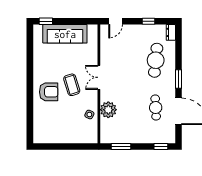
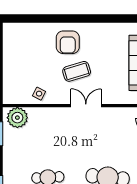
plant: (108, 110) -> (17, 118), moved

